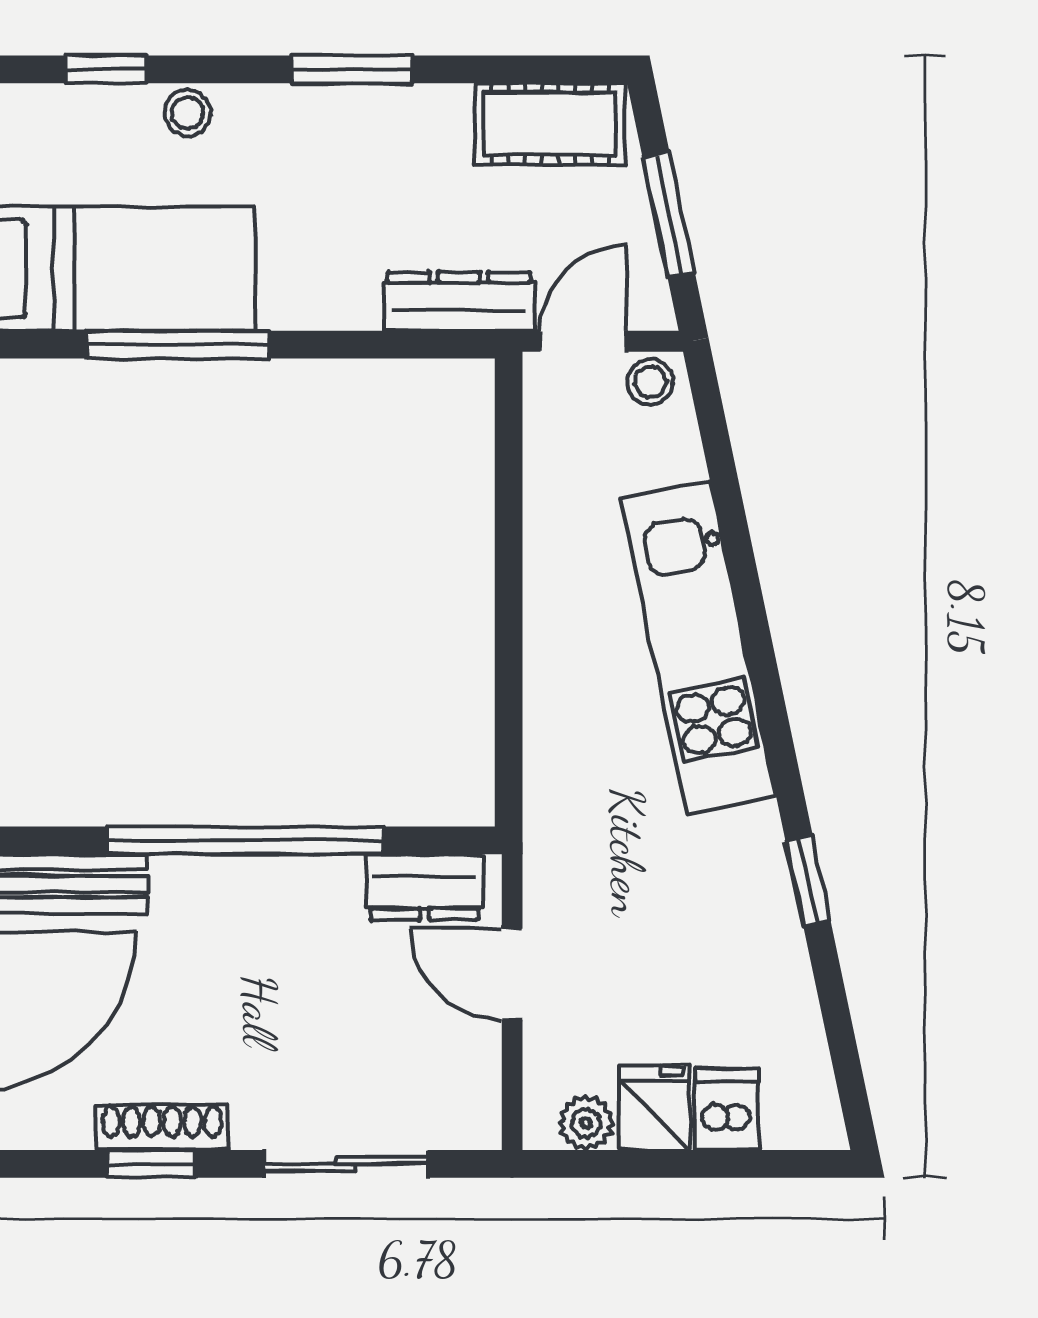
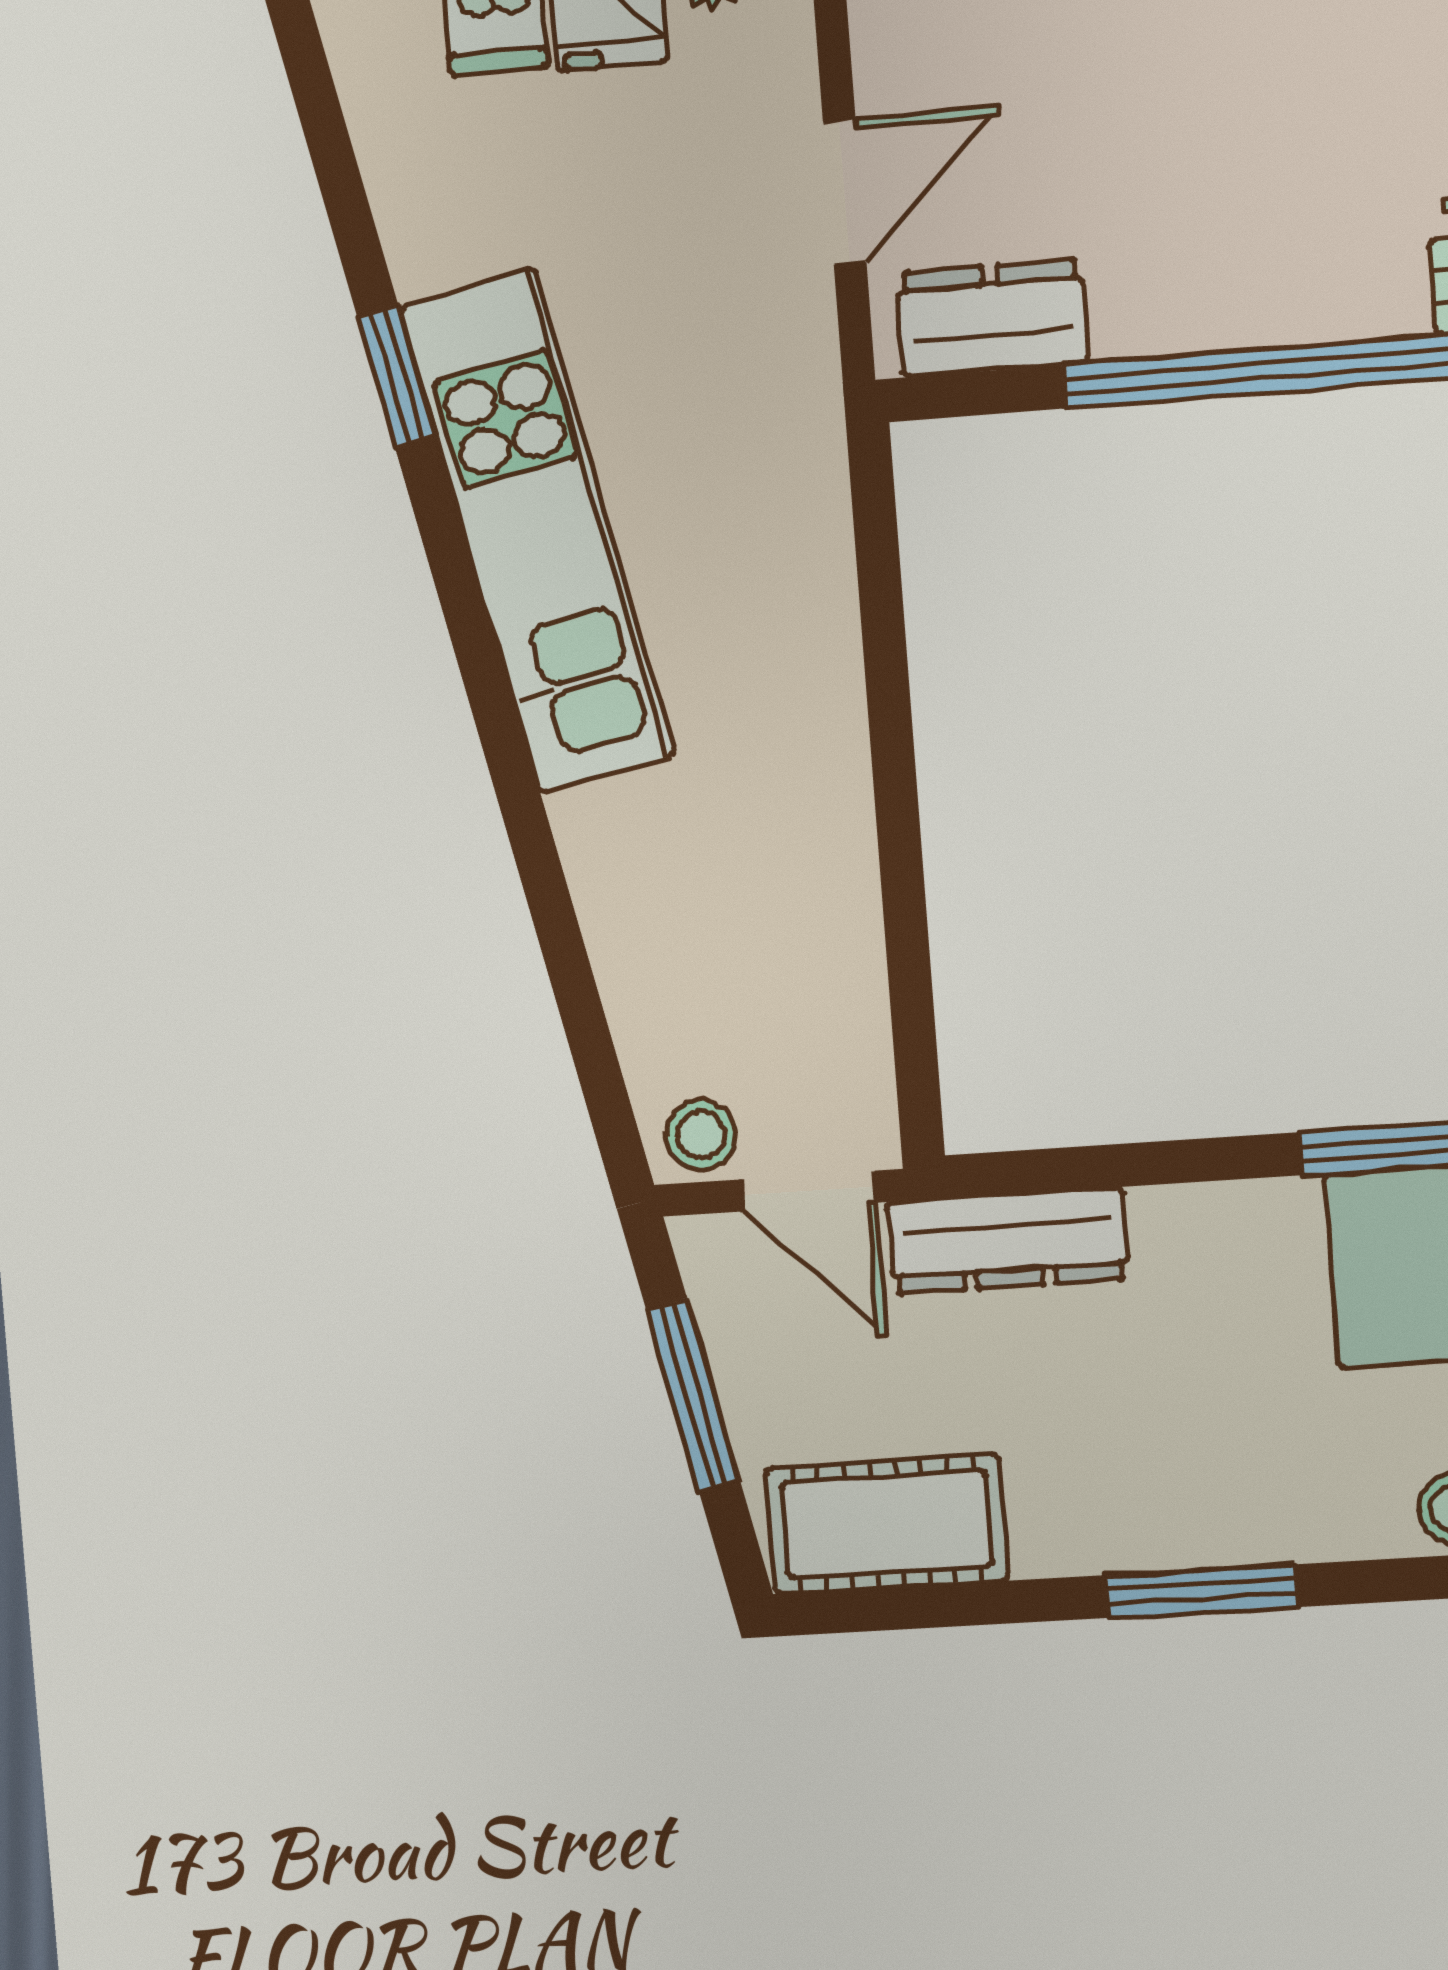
door: (583, 341) -> (810, 1191), hinge flipped
kitchen unit: (699, 647) -> (537, 531), moved
door: (512, 974) -> (845, 191), hinge flipped

